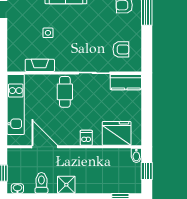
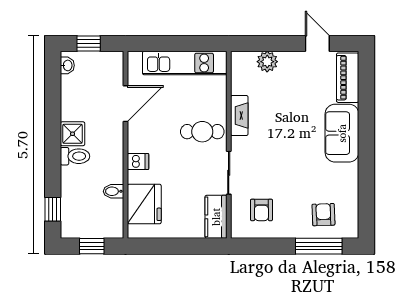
side table: (48, 33) -> (285, 108), removed
plant: (15, 45) -> (267, 62), added
fireplace: (40, 65) -> (239, 115), moved
bidet: (136, 155) -> (113, 191), moved
toilet: (41, 183) -> (75, 156), moved

